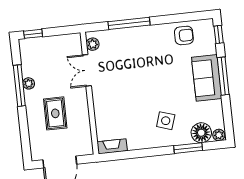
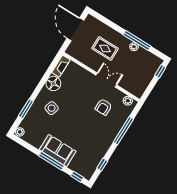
window: (184, 17) -> (102, 165), added
armchair: (184, 35) -> (104, 107), moved
double door: (87, 70) -> (106, 80), moved
floor lamp: (201, 133) -> (53, 83), moved

